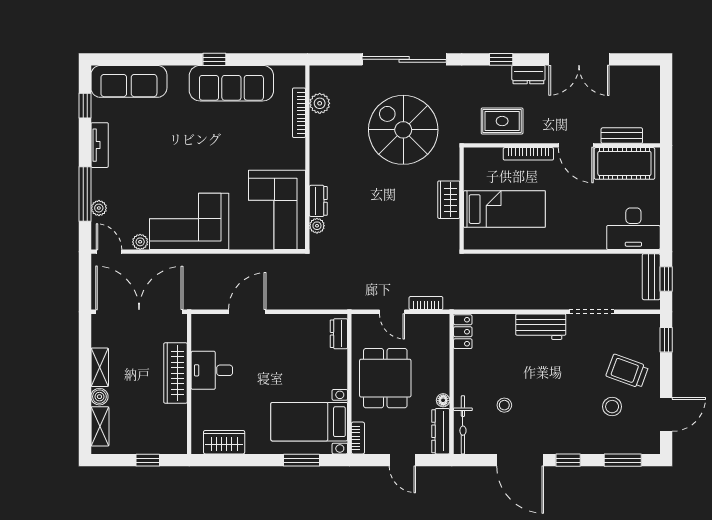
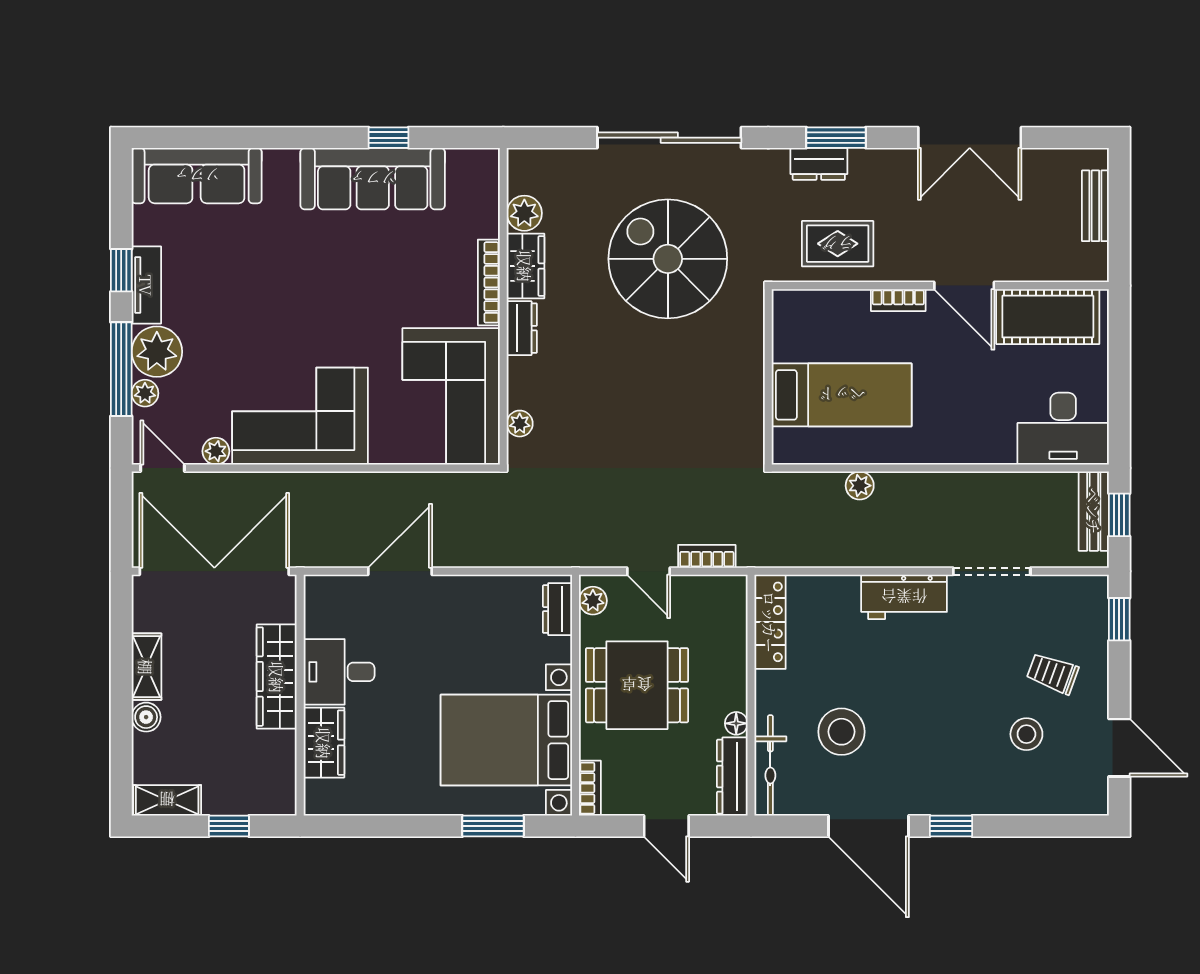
window: (214, 59) -> (389, 138), moved
window: (501, 59) -> (836, 138), width x1.50
dresser: (528, 75) -> (819, 164), moved
window: (85, 106) -> (121, 270), moved
bookcase: (299, 113) -> (489, 282), moved
bench: (622, 136) -> (1095, 206), moved, turned 90
bookcase: (528, 154) -> (898, 300), width x0.64
plant: (106, 184) -> (157, 352), added
wardrobe: (449, 200) -> (525, 266), moved, turned 180
dresser: (318, 201) -> (522, 328), moved
plant: (515, 262) -> (860, 486), added
plant: (360, 329) -> (593, 601), added
locker: (463, 332) -> (770, 622), width x1.53
trolley: (627, 371) -> (1053, 673), width x0.73, depth x0.72
dining table: (385, 378) -> (637, 685), turned 90
stool: (504, 405) -> (841, 732), width x1.89, depth x1.89
door: (666, 414) -> (1119, 748), hinge flipped
bed with nightstands: (309, 422) -> (506, 740), width x1.36
shelving: (100, 426) -> (167, 800), moved, turned 90
wardrobe: (224, 442) -> (324, 743), moved, turned 90
window: (623, 460) -> (1045, 826), removed

